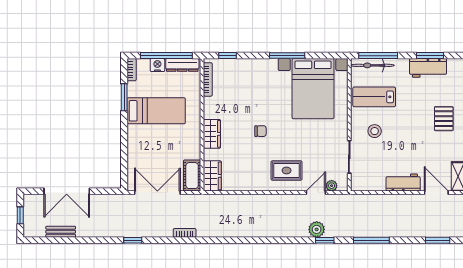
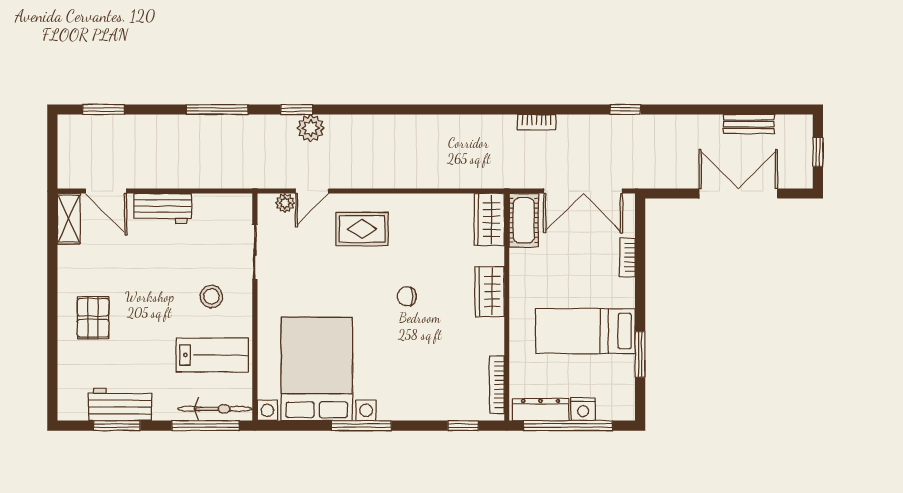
bookcase: (132, 70) -> (627, 257), moved

